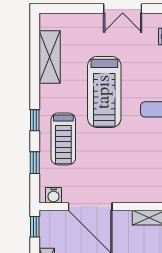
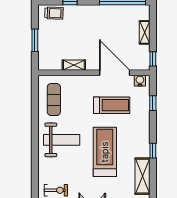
window: (35, 120) -> (153, 151), moved
treadmill: (63, 139) -> (112, 105), moved, turned 90

